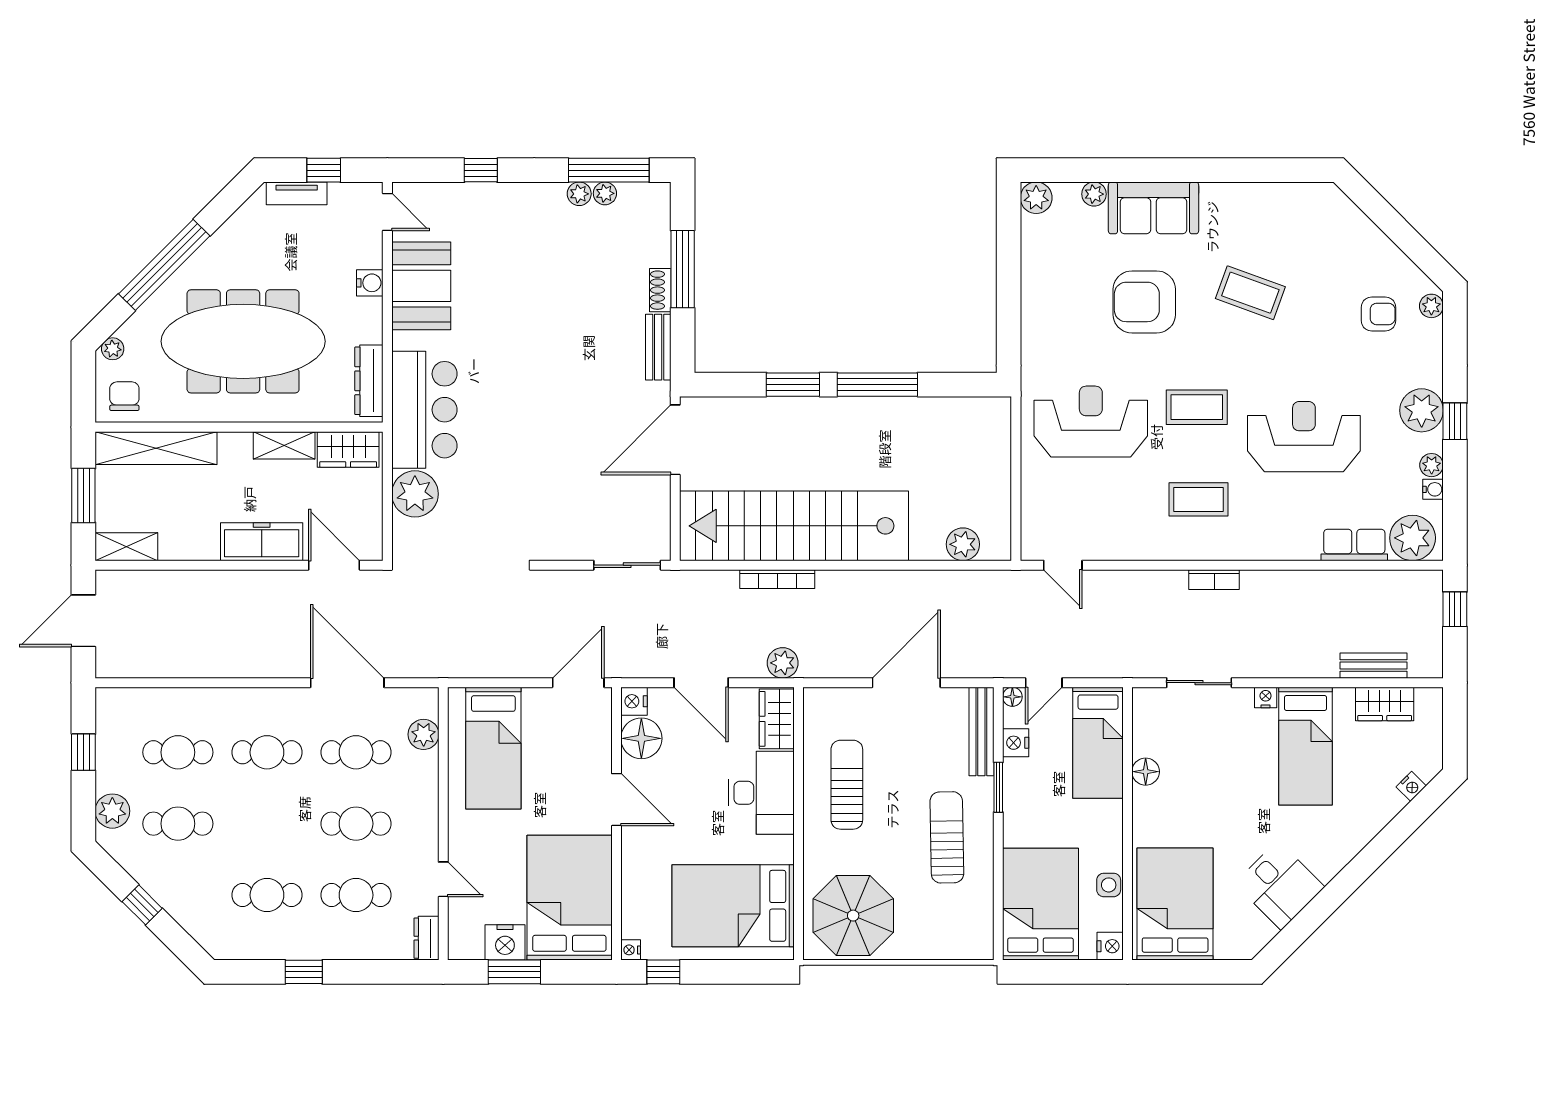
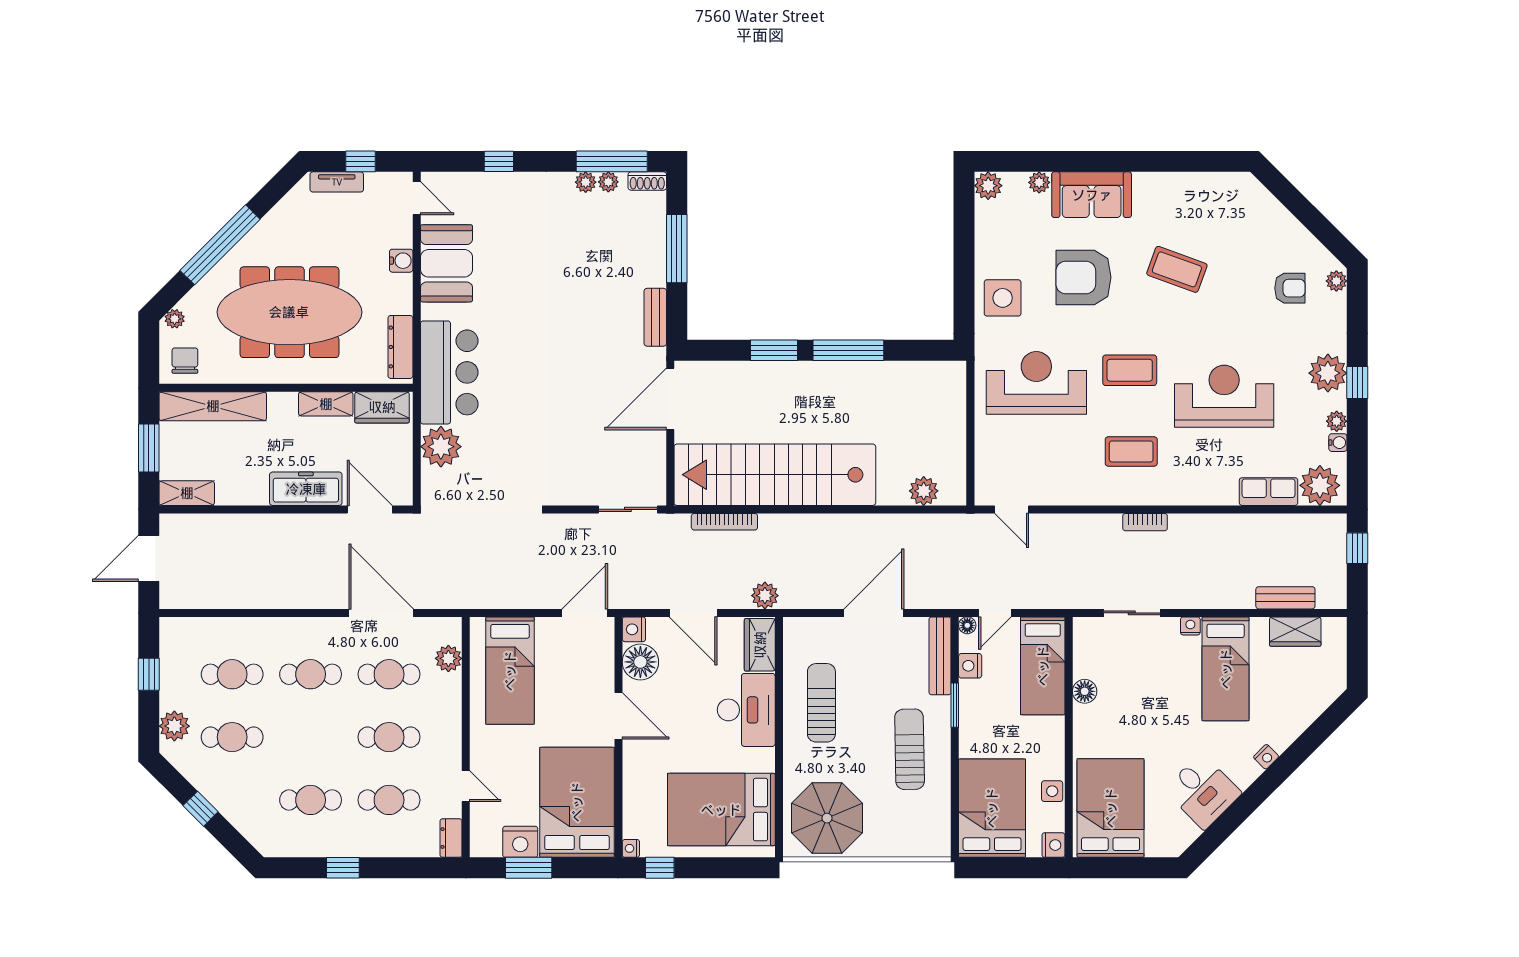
shoe rack: (660, 290) -> (647, 181), moved, turned -90
side table: (1052, 325) -> (1003, 298), added
bookcase: (777, 579) -> (724, 522), moved
nightstand: (1411, 786) -> (1266, 757), moved

